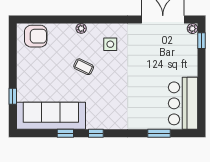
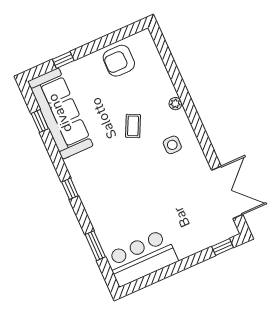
plant: (192, 29) -> (232, 231), removed
armchair: (36, 36) -> (119, 61), moved, turned 90
window: (65, 133) -> (40, 121), moved
window: (96, 133) -> (70, 189), moved

